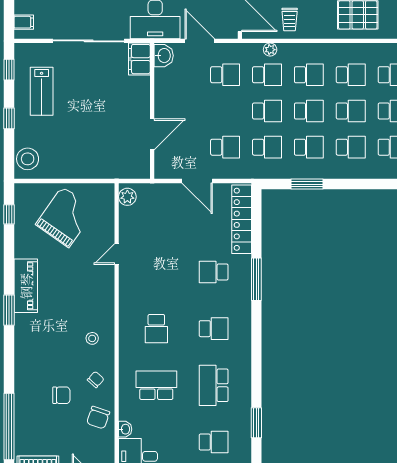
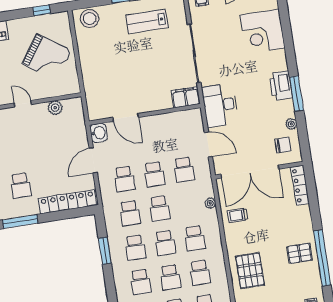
door: (200, 41) -> (208, 145), hinge flipped
washbasin: (164, 56) -> (99, 133), moved, turned -90
school desk: (267, 75) -> (154, 174), moved
plant: (127, 197) -> (55, 108), moved
school desk: (214, 272) -> (21, 186), turned 180

